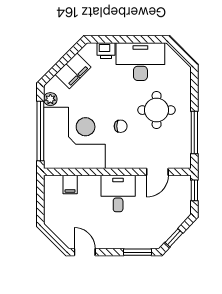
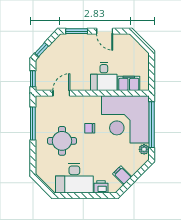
filing cabinet: (73, 71) -> (122, 175), width x0.50
filing cabinet: (70, 184) -> (129, 83), width x2.00
desk: (118, 194) -> (104, 76), moved
window: (174, 238) -> (42, 50), moved
door: (85, 252) -> (105, 31), moved

